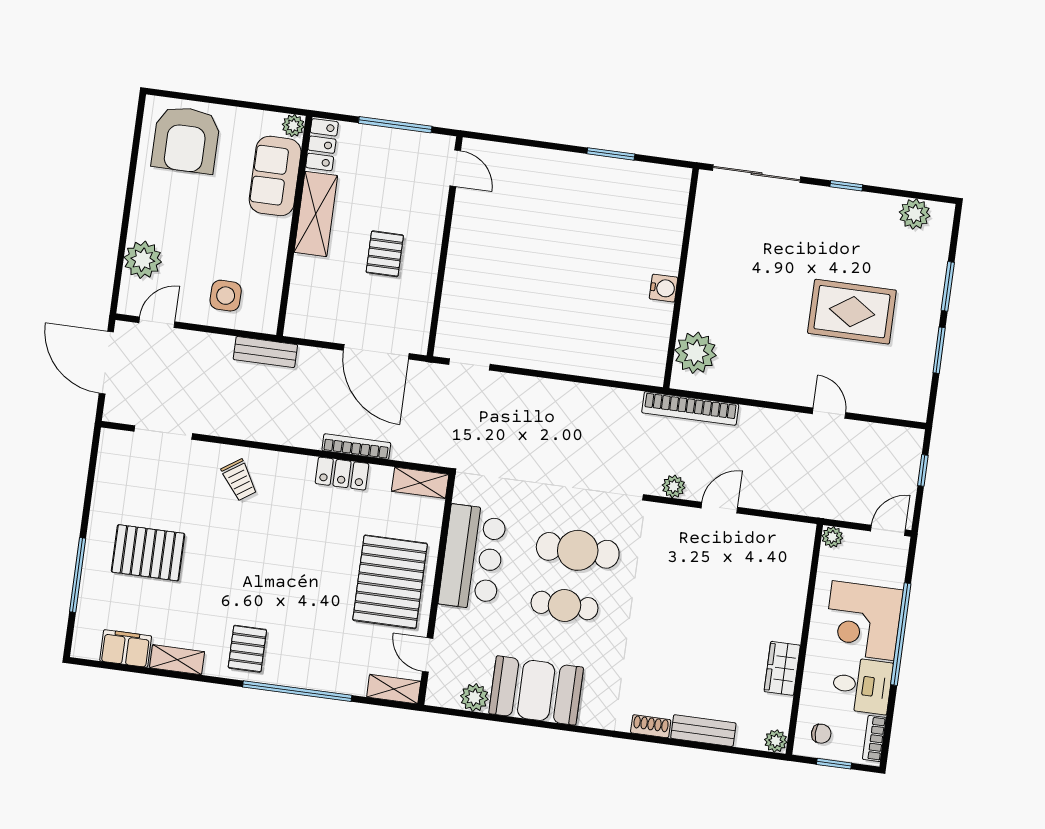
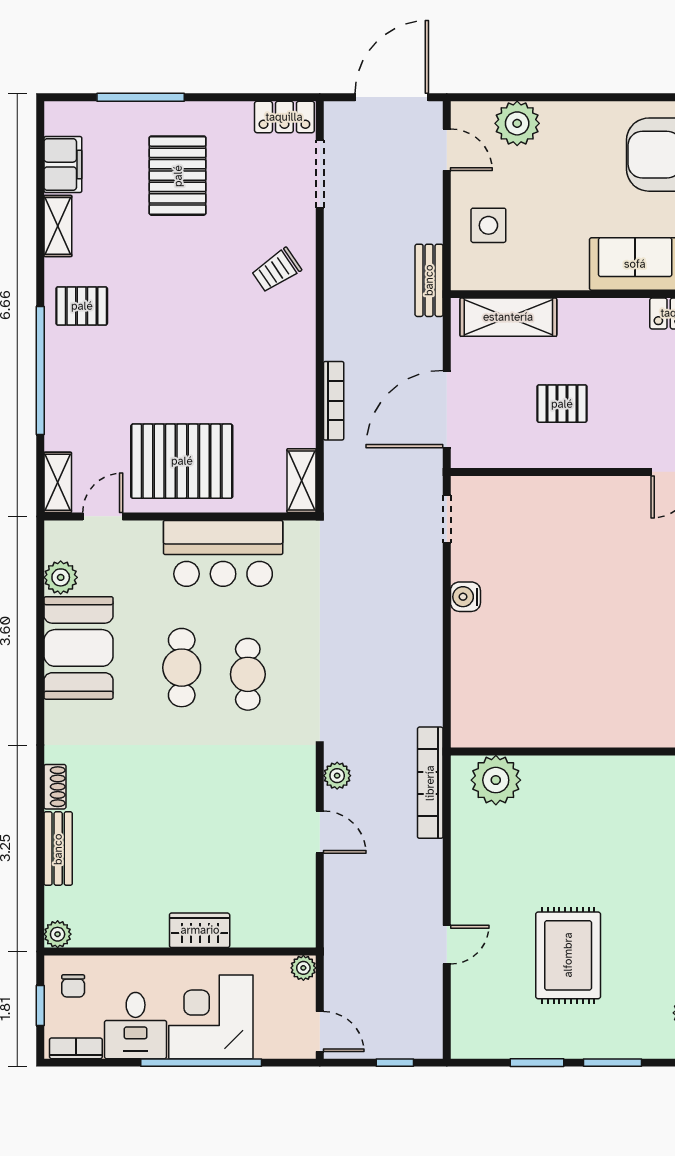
shelving: (316, 214) -> (508, 317), moved
water cooler: (664, 288) -> (465, 597), moved, turned 90
locker: (342, 474) -> (284, 117), moved, turned -90
cafe table: (578, 550) -> (248, 674), width x0.73, depth x0.74
wardrobe: (782, 668) -> (200, 930), moved

